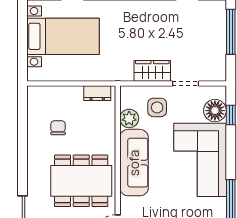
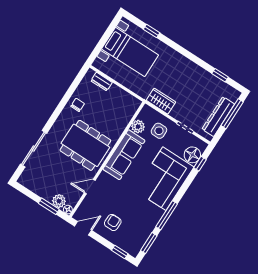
dresser: (216, 45) -> (218, 117), added
wardrobe: (152, 71) -> (161, 101), moved
dresser: (97, 93) -> (102, 82), moved
chair: (58, 128) -> (78, 105), moved

